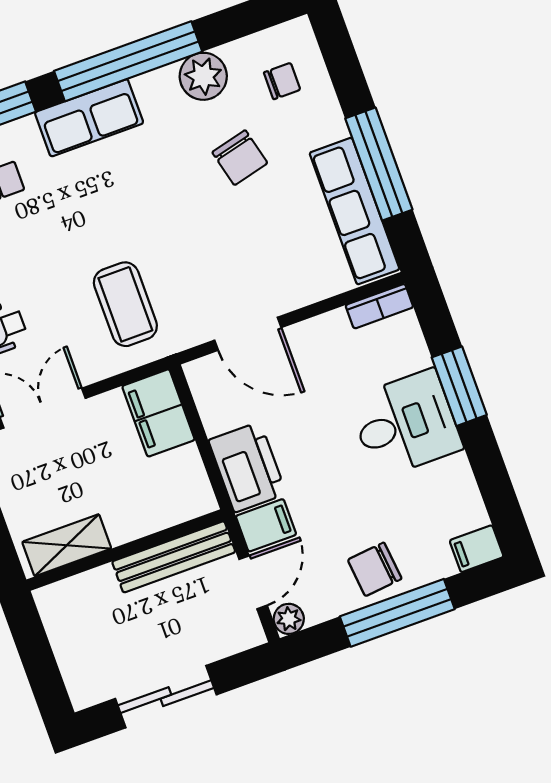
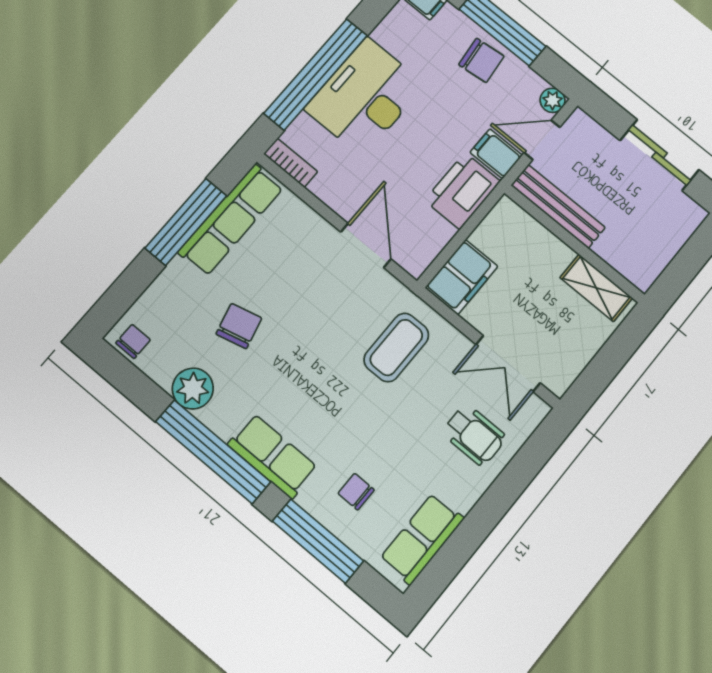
chair: (282, 81) -> (133, 341), moved, turned 90
window: (459, 386) -> (316, 74), width x2.11
desk: (405, 424) -> (365, 97), width x1.37

